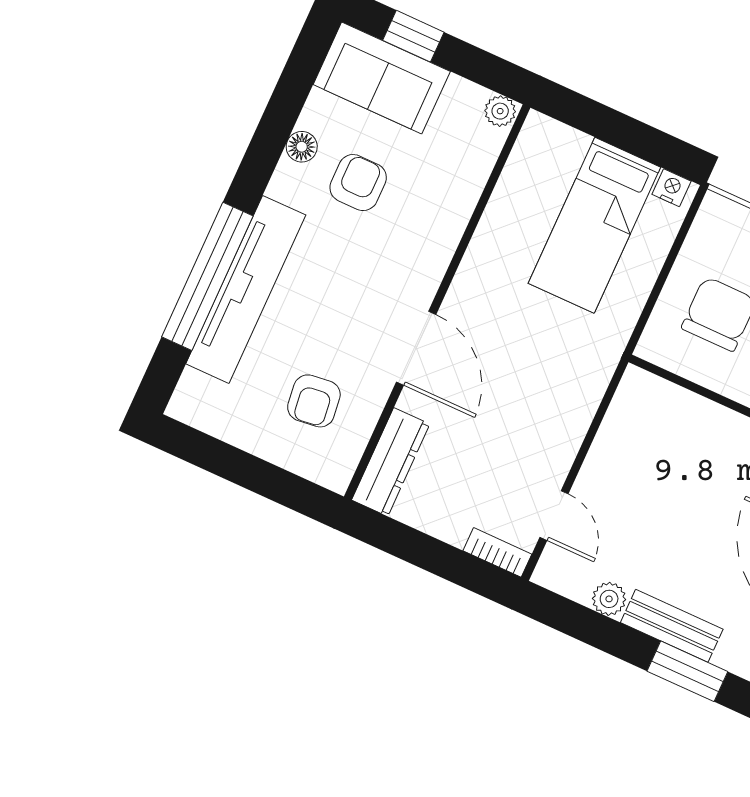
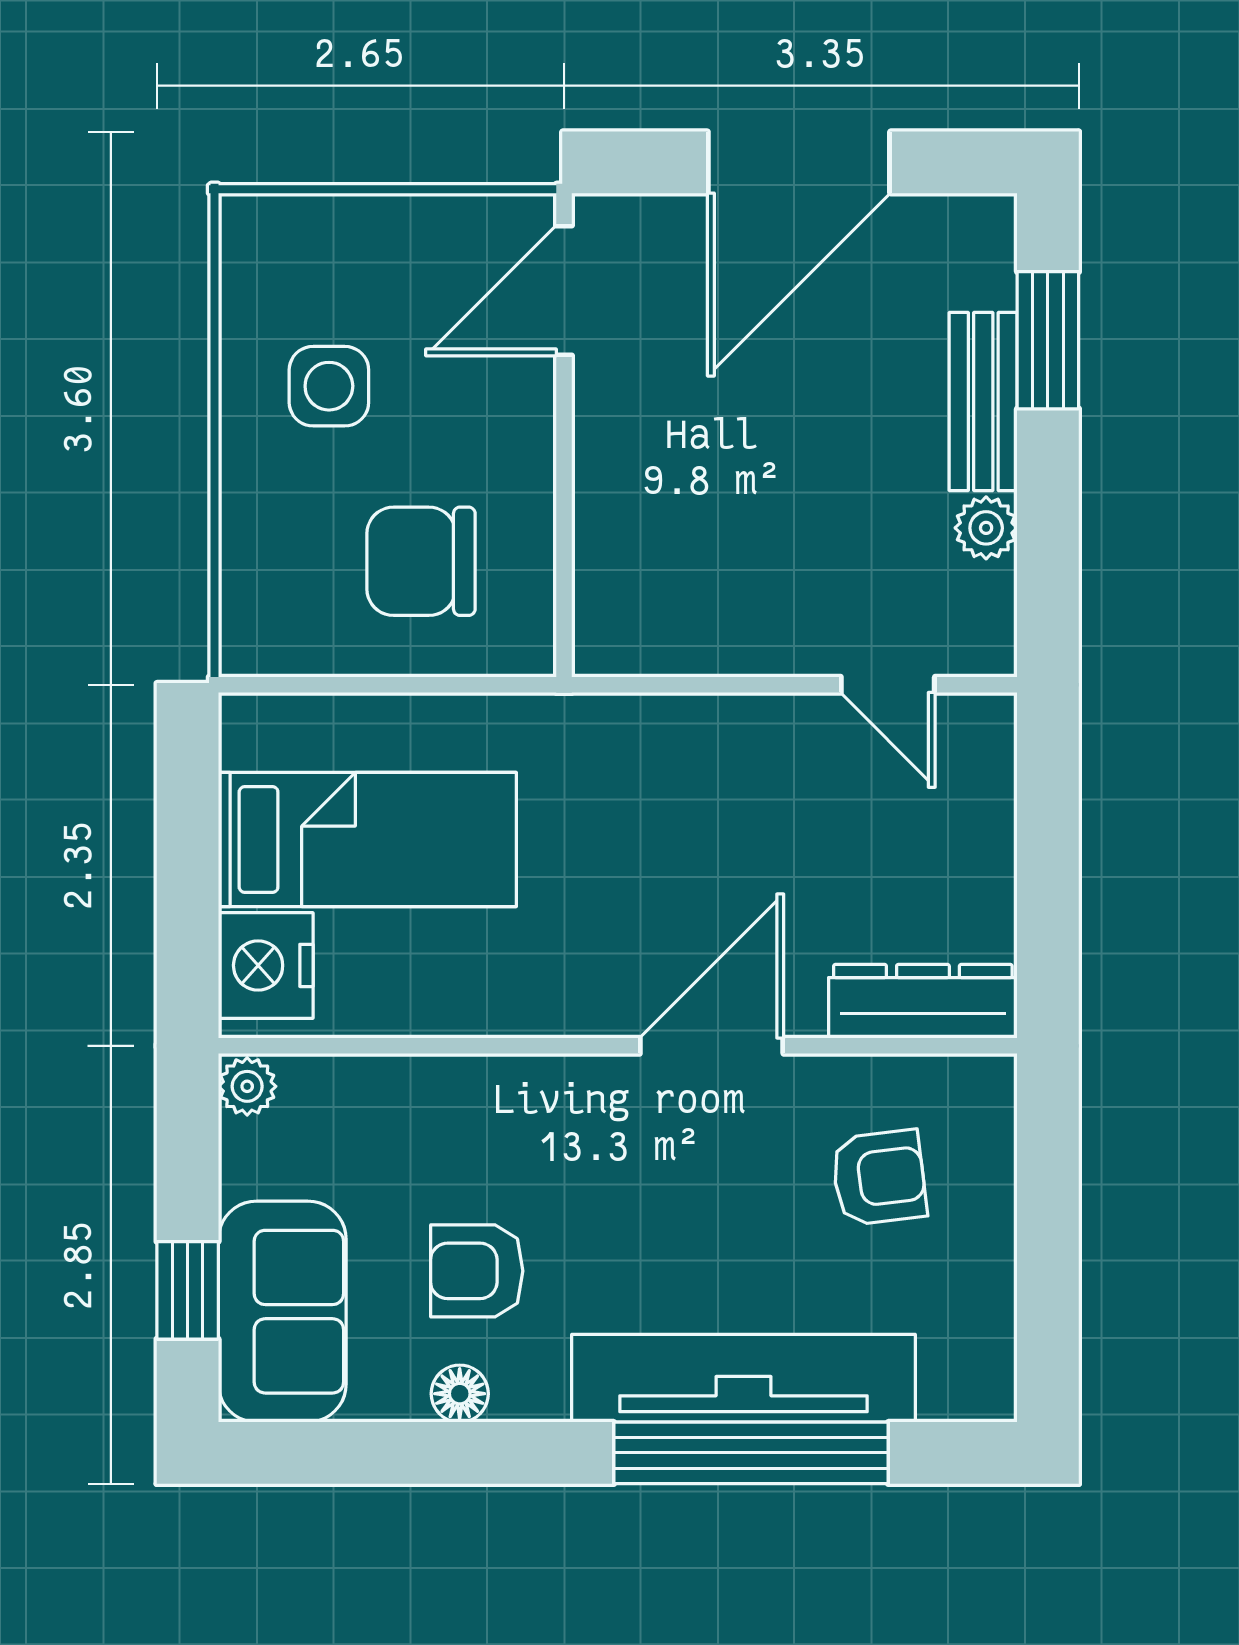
nightstand: (672, 188) -> (266, 965), moved, width x1.89, depth x1.79
door: (554, 516) -> (888, 685), swing flipped
bookcase: (497, 552) -> (993, 752), removed

